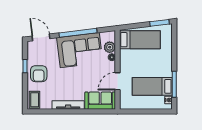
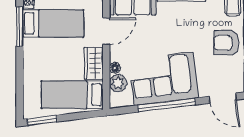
wardrobe: (126, 60) -> (94, 63), added
armchair: (39, 74) -> (226, 43), turned -90

